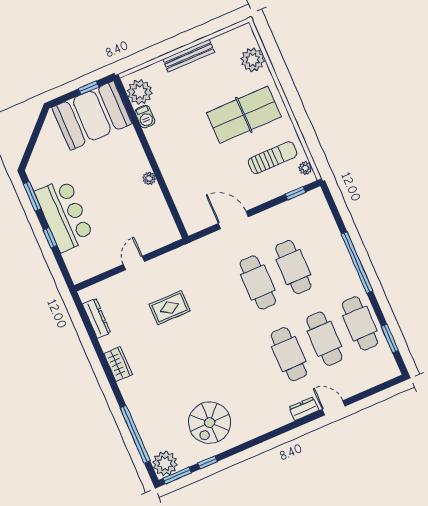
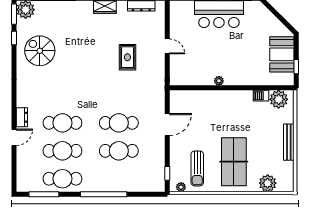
booth: (92, 116) -> (282, 54), width x0.73, depth x0.70
window: (390, 339) -> (44, 194), width x1.44

